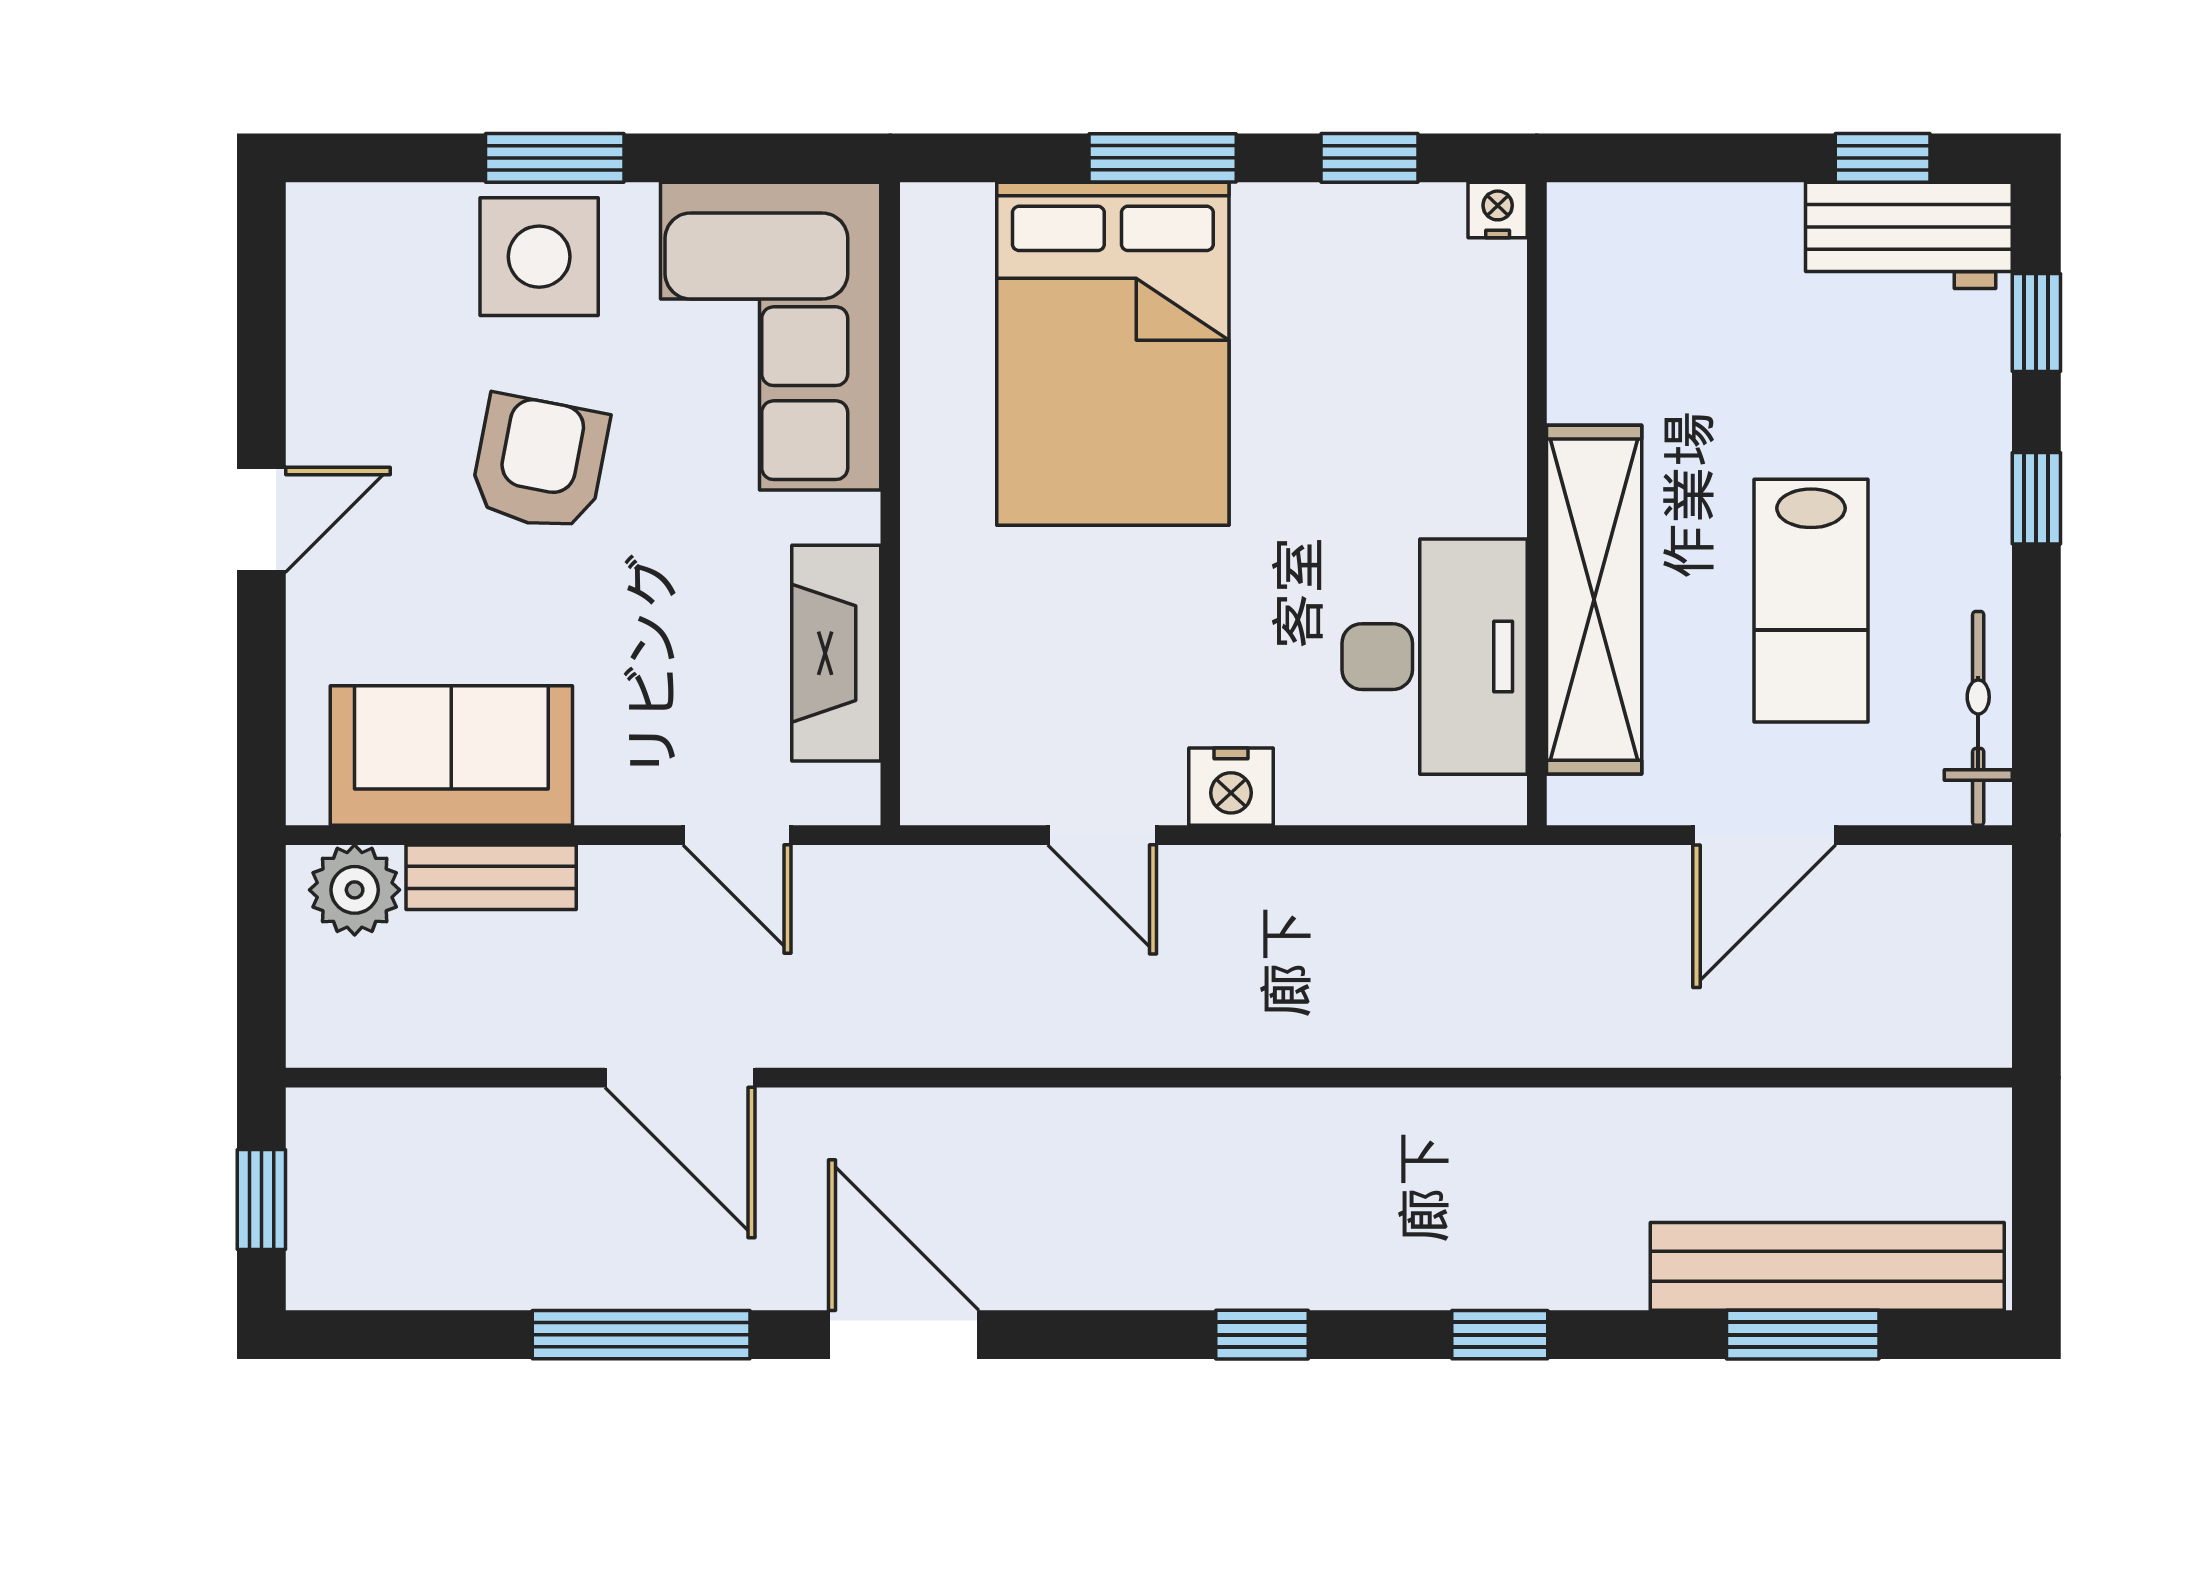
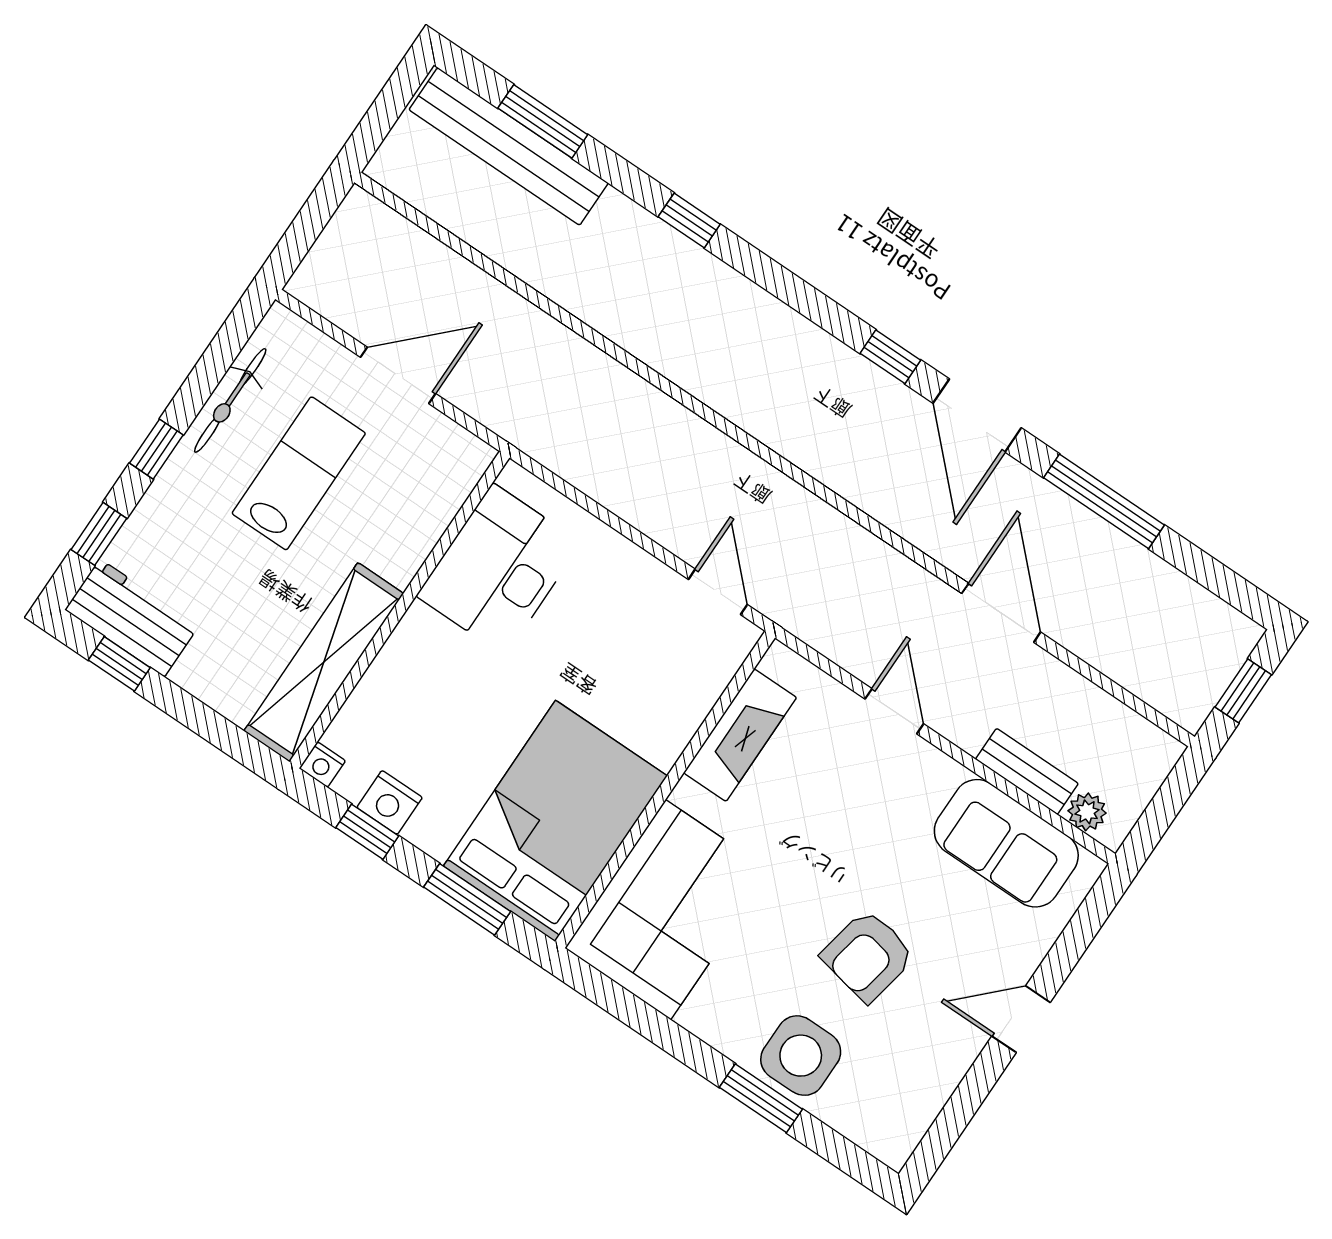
corner sofa: (771, 336) -> (668, 910), moved
wall: (890, 504) -> (665, 790), moved
shelving: (1594, 600) -> (324, 662), moved
fireplace: (836, 653) -> (740, 735), moved
bicycle: (1978, 718) -> (230, 400), moved
nightstand: (1231, 787) -> (390, 802), moved, turned 180
plant: (355, 890) -> (1087, 812), width x0.73, depth x0.73
window: (1262, 1335) -> (890, 357), moved

